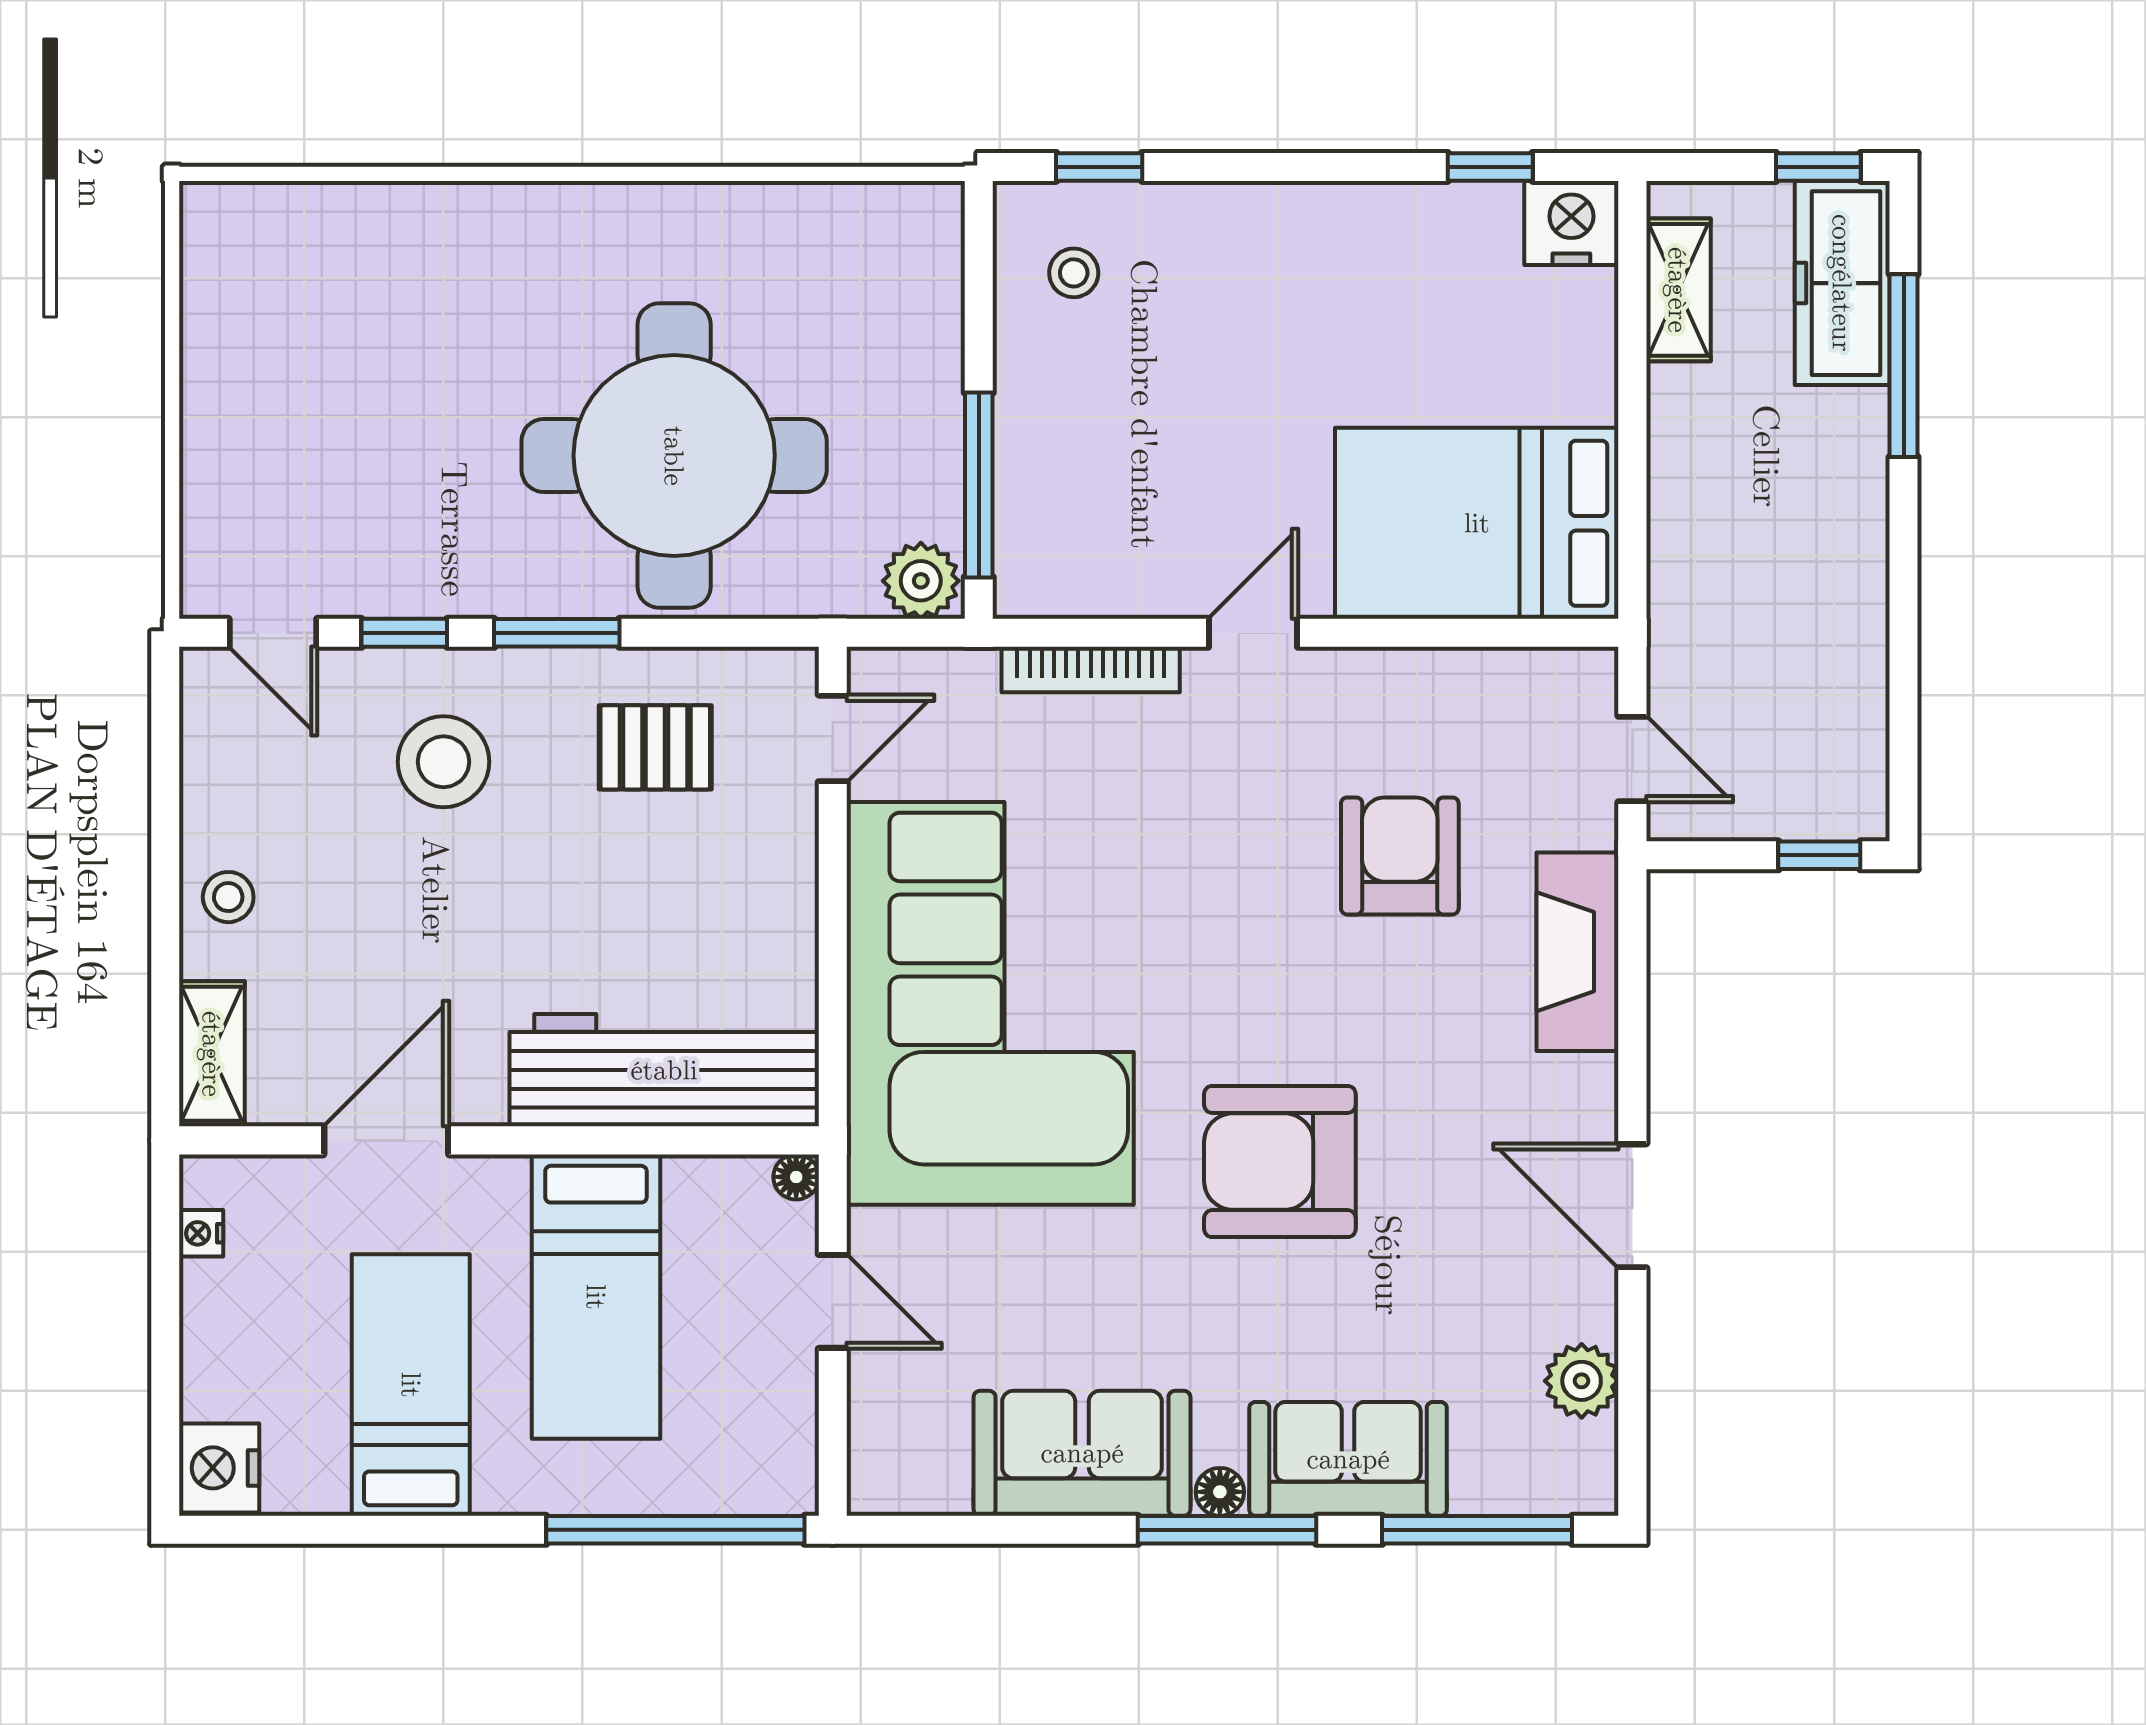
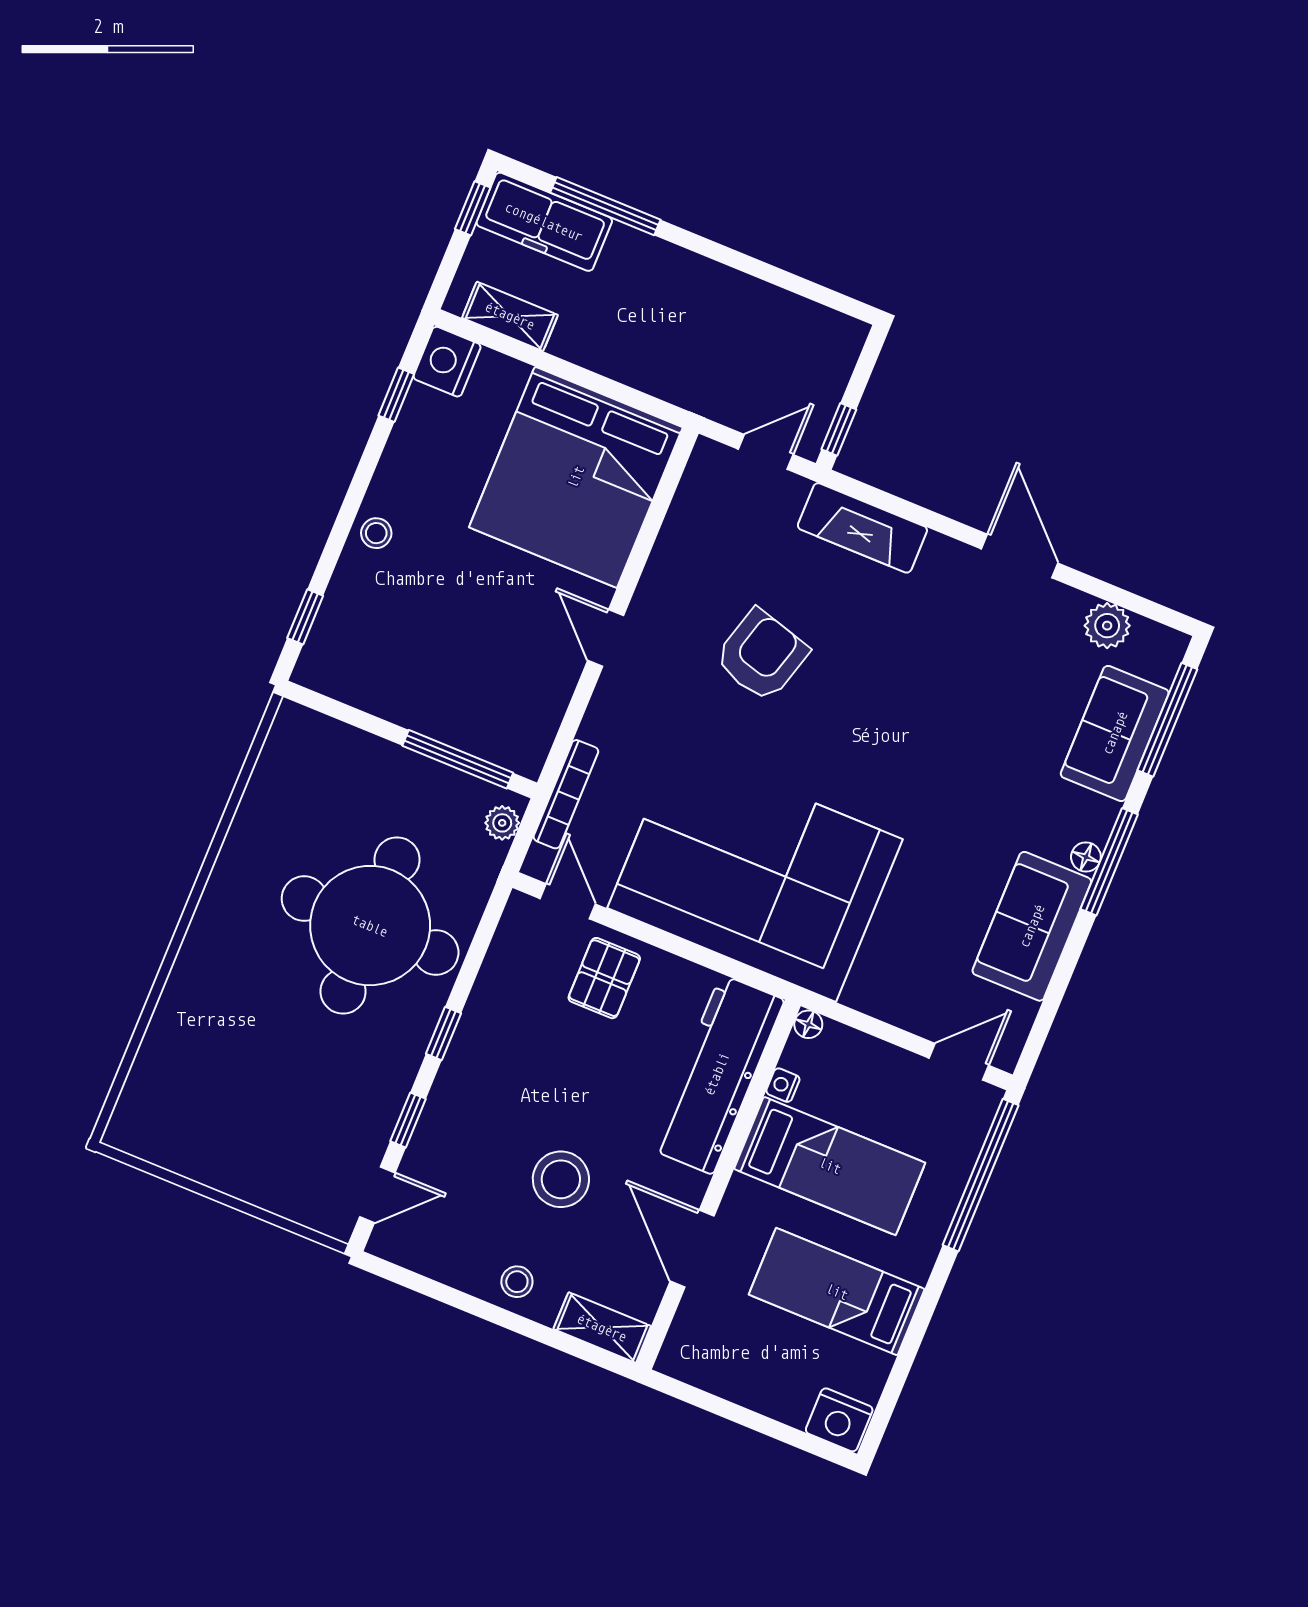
stool: (1074, 273) -> (376, 533), moved
bed: (1477, 523) -> (576, 477), width x1.36
plant: (921, 581) -> (502, 823), width x0.73, depth x0.73
window: (557, 633) -> (443, 1034), width x0.67
bookcase: (1091, 670) -> (566, 794), moved
pallet: (655, 747) -> (604, 978), moved
stool: (443, 762) -> (561, 1179), moved
window: (1819, 855) -> (839, 429), moved
armchair: (1400, 856) -> (762, 655), moved, turned 106
armchair: (1280, 1162) -> (912, 746), removed
door: (1632, 1206) -> (1020, 556), swing flipped
nightstand: (201, 1233) -> (783, 1085), moved, turned 90
door: (833, 1301) -> (959, 1062), moved
sofa: (1348, 1459) -> (1115, 733), moved

